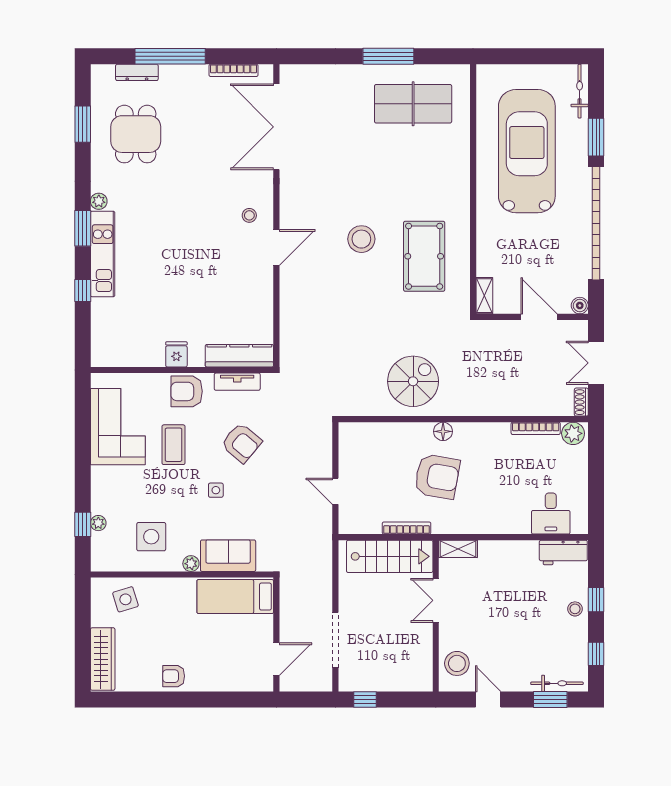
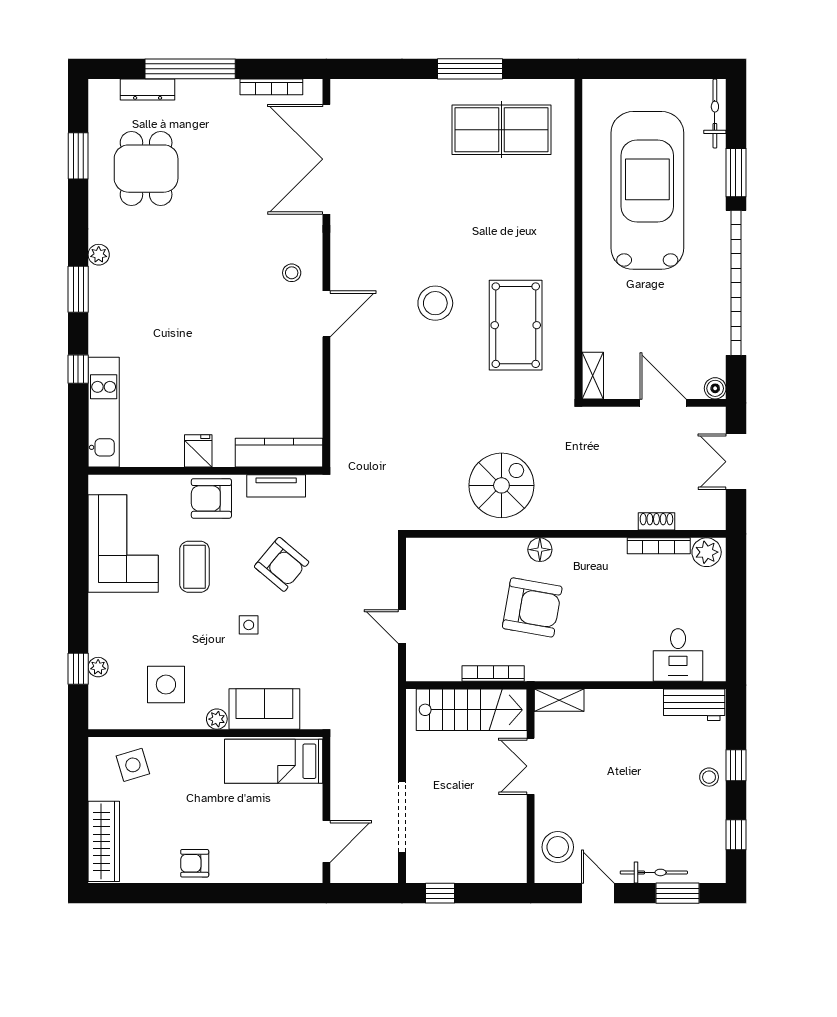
kitchen unit: (103, 254) -> (104, 412), moved
shoe rack: (581, 402) -> (656, 521), moved, turned 90
bicycle: (557, 683) -> (654, 872), moved

